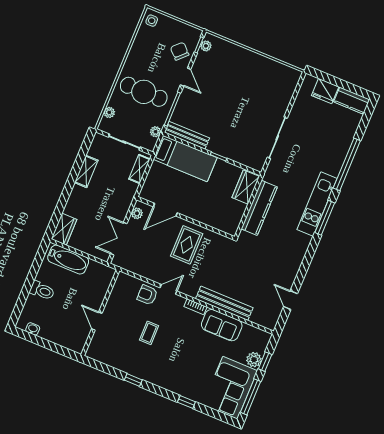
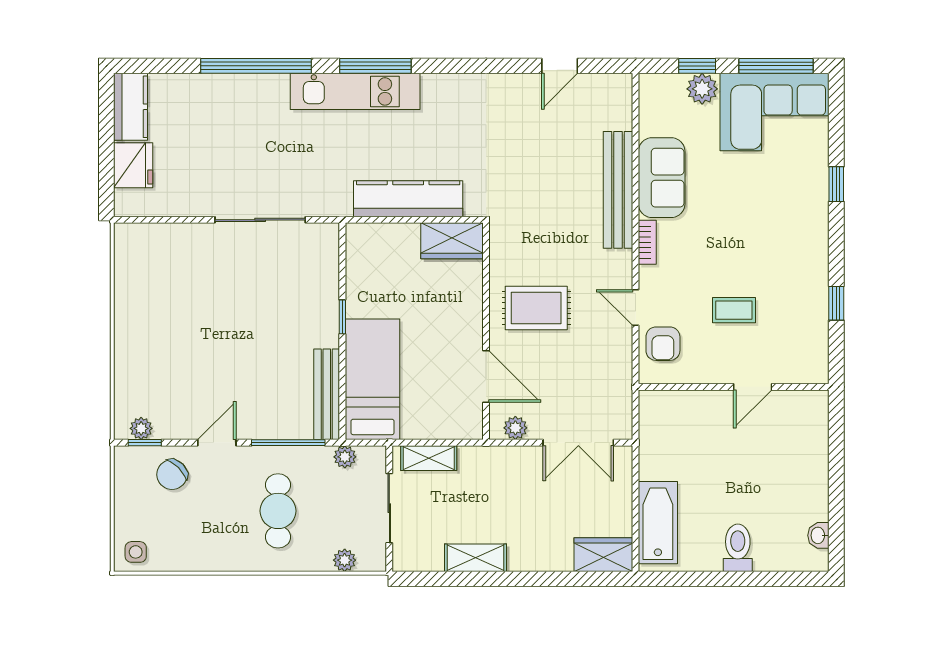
cafe table: (144, 92) -> (278, 511), width x0.73, depth x0.74
wardrobe: (246, 187) -> (452, 241), moved
wall: (100, 313) -> (734, 387), moved
door: (97, 321) -> (753, 387), moved

